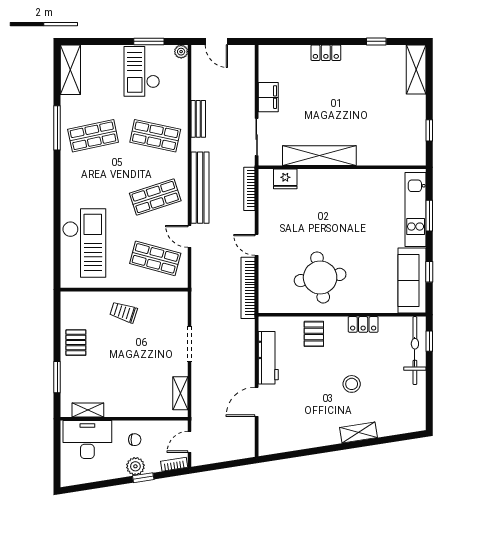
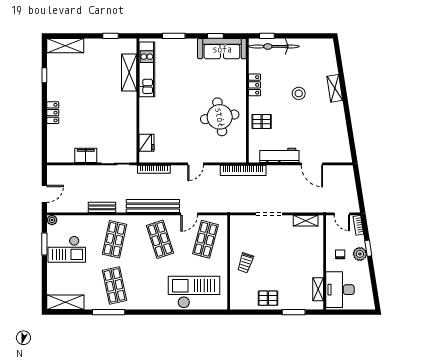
shelving: (319, 156) -> (129, 73), moved, width x0.68
kitchen unit: (416, 209) -> (147, 69), moved, turned -90
bookcase: (248, 288) -> (243, 170), moved

